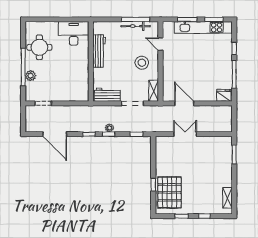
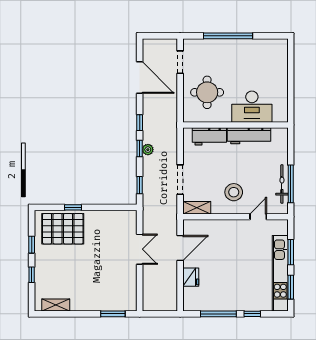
desk: (74, 33) -> (252, 107), moved, turned 90
round table: (39, 47) -> (207, 92), moved
plant: (31, 76) -> (217, 46), removed
workbench: (107, 95) -> (209, 136), moved, turned 90
fridge: (224, 95) -> (191, 277), moved
door: (55, 134) -> (140, 78), swing flipped

